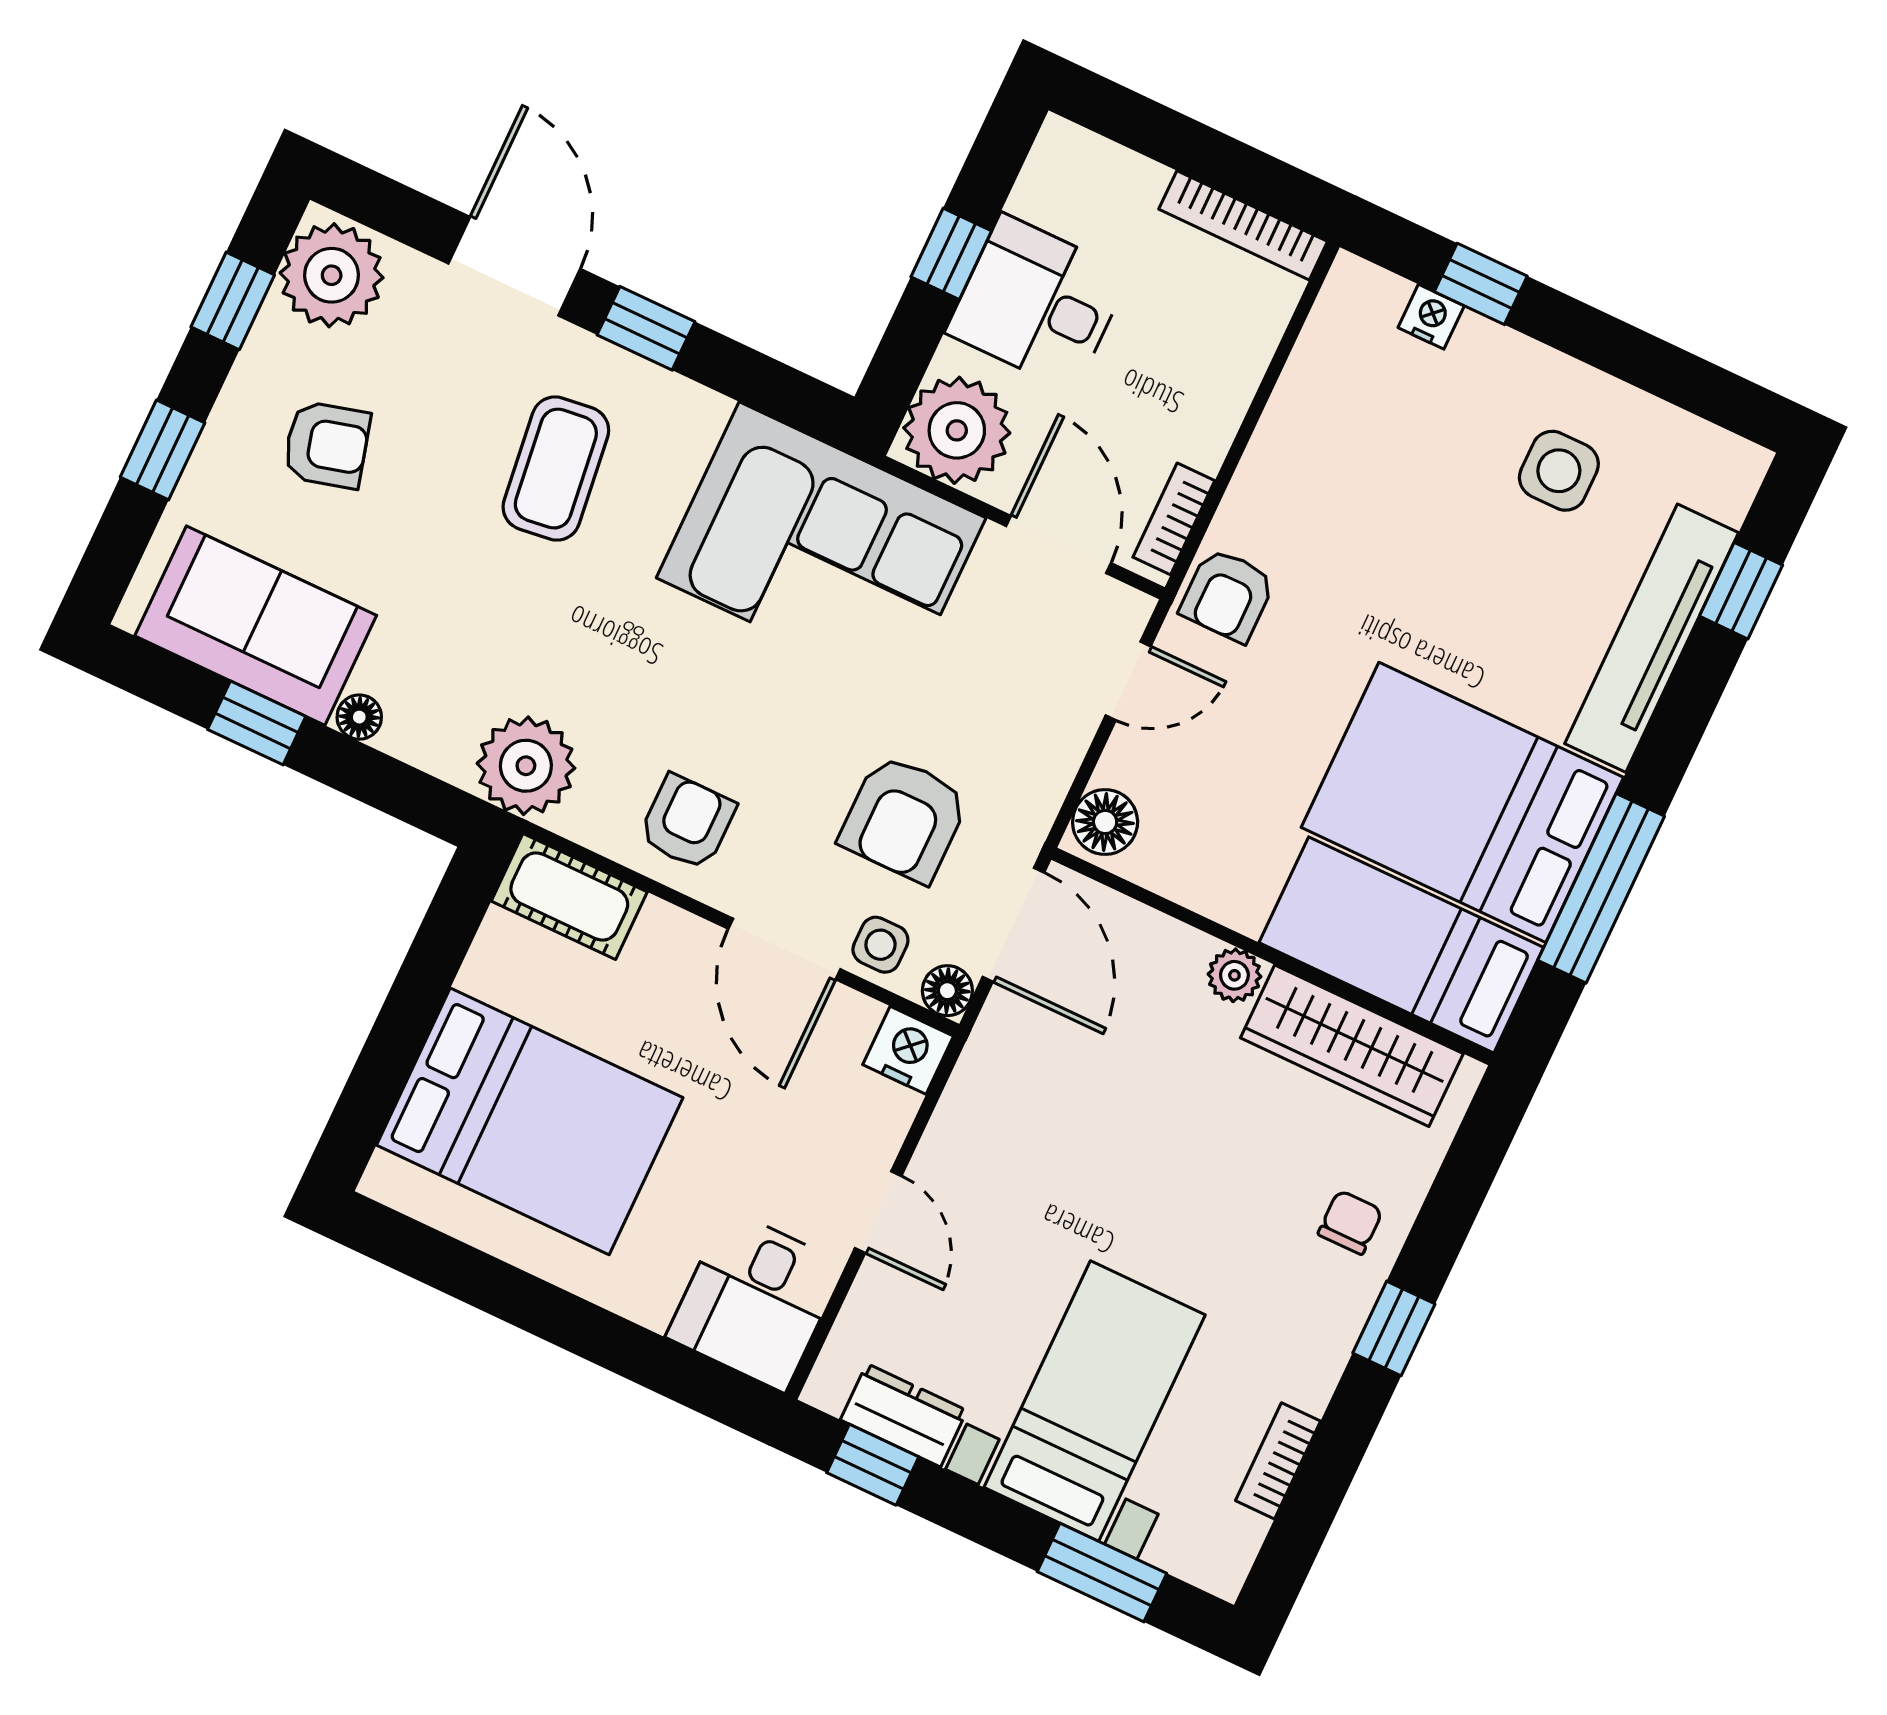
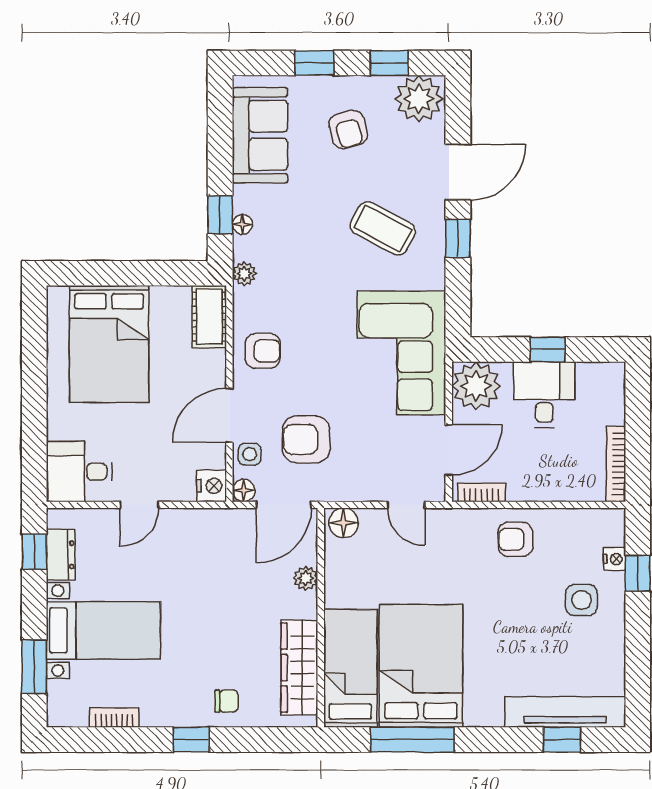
coffee table: (556, 469) -> (383, 228), turned 35
side table: (1559, 471) -> (581, 600), moved
armchair: (1228, 595) -> (515, 539), moved
tv unit: (1652, 638) -> (565, 712), moved
floor lamp: (359, 717) -> (242, 224), moved
window: (257, 723) -> (220, 215), moved
plant: (526, 766) -> (244, 274), width x0.53, depth x0.53
plant: (1234, 975) -> (306, 578), moved

